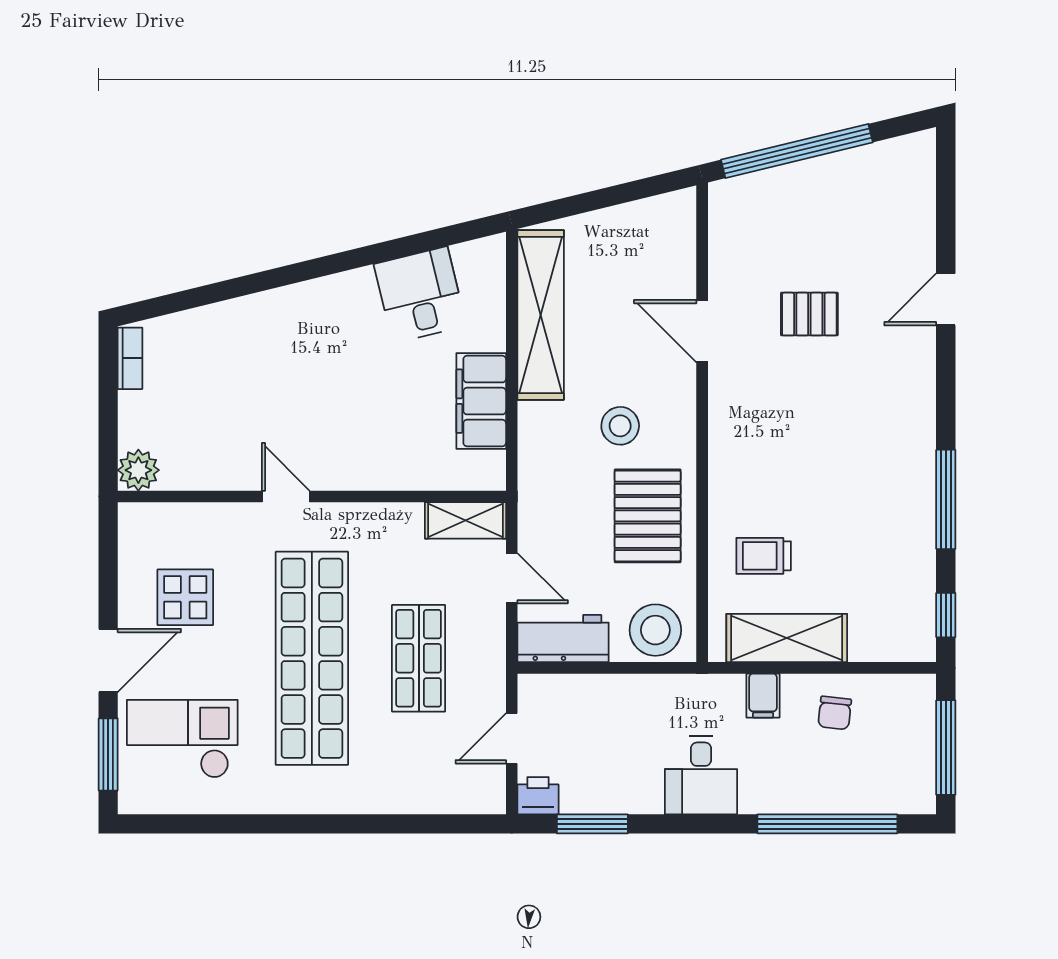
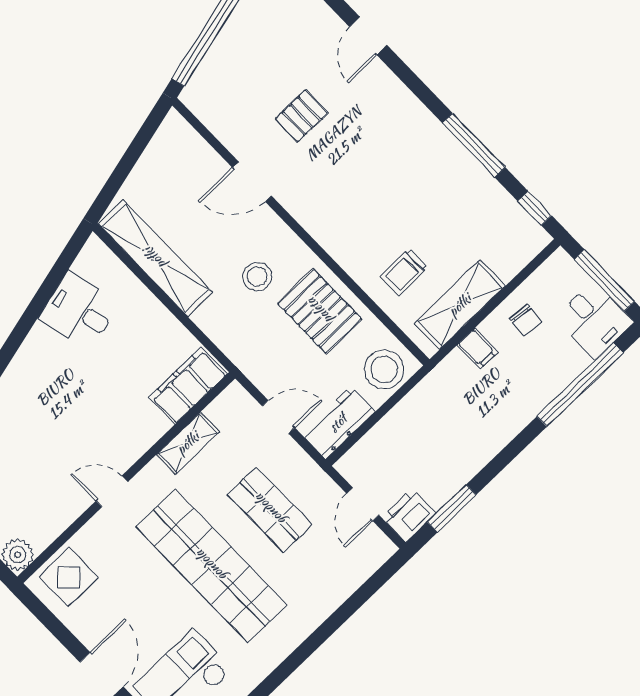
filing cabinet: (481, 401) -> (188, 386), moved, turned 90
shelving: (466, 520) -> (188, 443), moved
display table: (185, 597) -> (69, 577), moved
desk: (701, 775) -> (594, 320), moved
printer: (538, 796) -> (409, 515), width x1.36, depth x1.24

